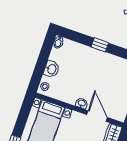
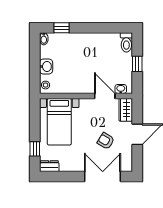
window: (100, 45) -> (62, 28), moved
washbasin: (82, 103) -> (121, 89), moved

